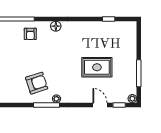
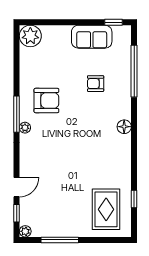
armchair: (30, 34) -> (96, 84), moved
rug: (97, 67) -> (106, 209), moved
armchair: (37, 83) -> (46, 101), turned -72

